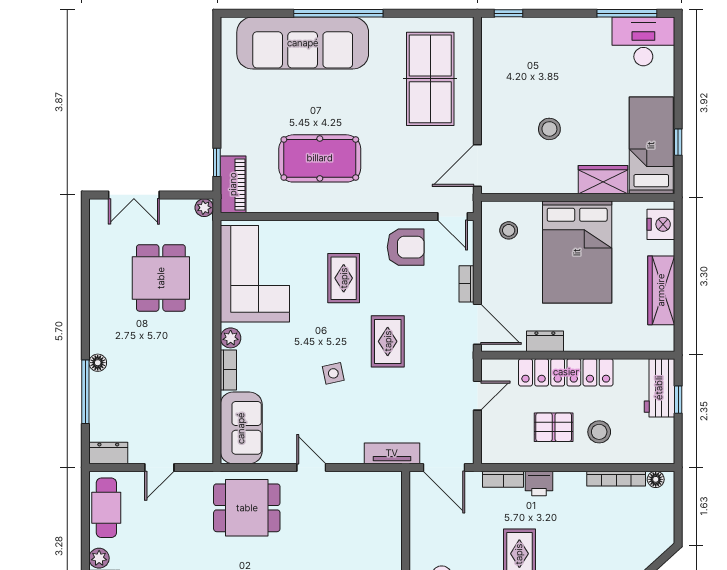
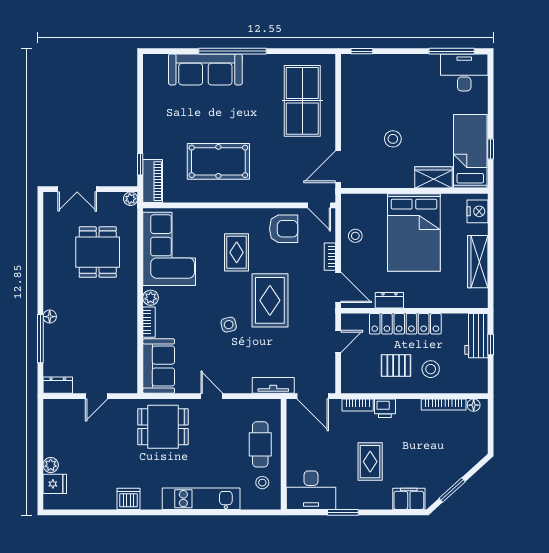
sofa: (303, 43) -> (205, 69), width x0.74, depth x0.79
stool: (509, 230) -> (355, 236), moved
rug: (388, 341) -> (270, 300), width x1.36, depth x1.43
cafe table: (106, 508) -> (260, 444), moved

